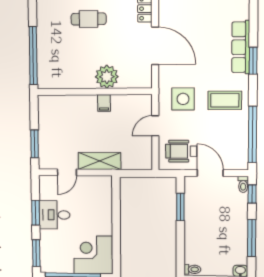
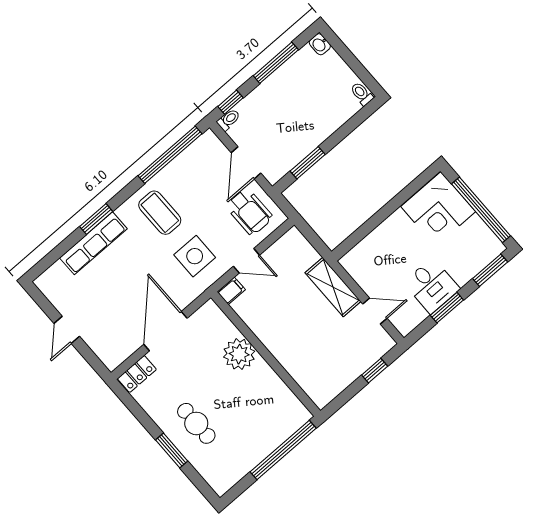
filing cabinet: (104, 103) -> (231, 291), moved
window: (35, 144) -> (375, 371), width x0.67

